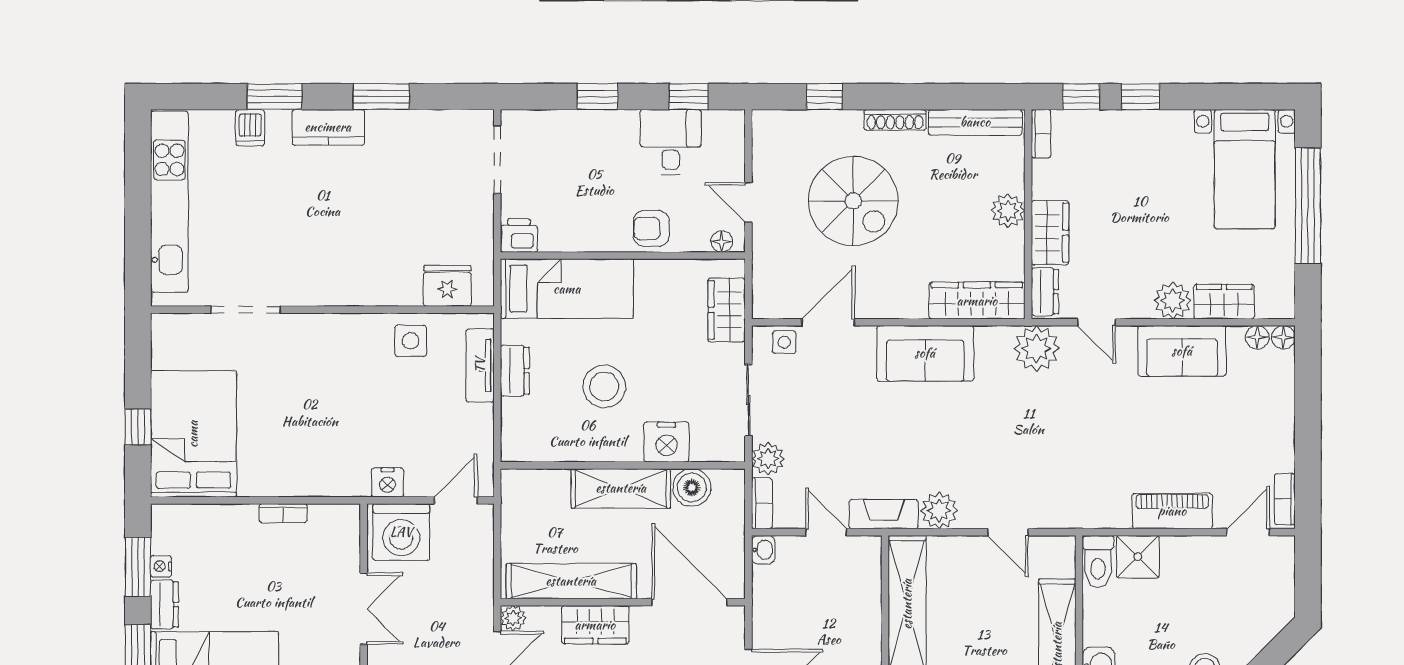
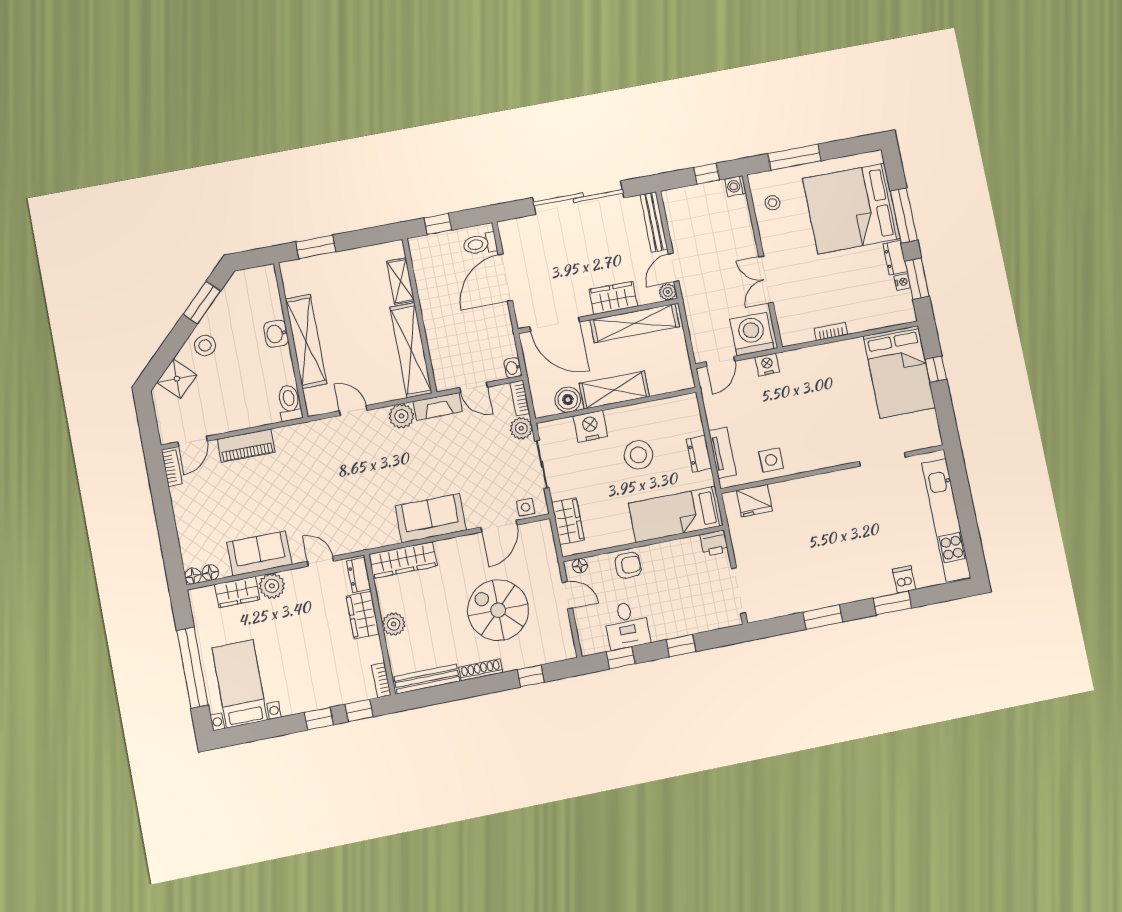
kitchen counter: (328, 127) -> (853, 590), removed
plant: (1037, 348) -> (357, 536), removed
shower: (1138, 557) -> (177, 379), moved, turned 45

